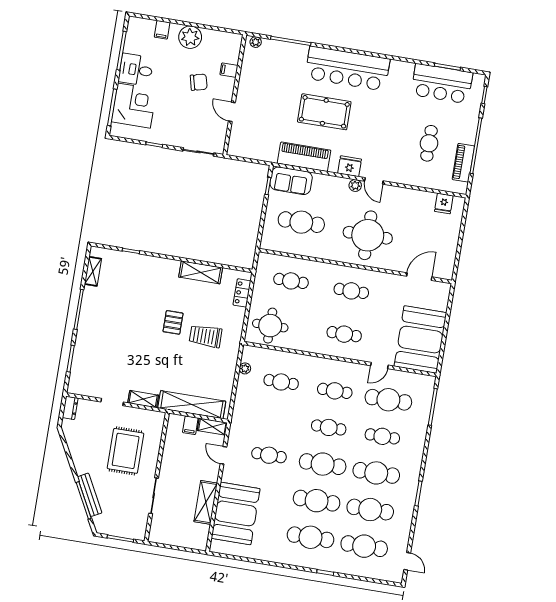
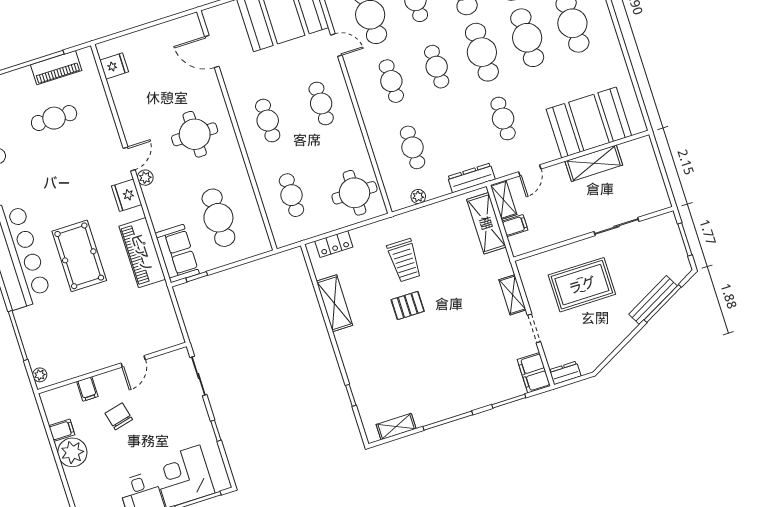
filing cabinet: (162, 30) -> (62, 430), moved
round table: (368, 235) -> (195, 134), width x0.73, depth x0.73
filing cabinet: (81, 386) -> (534, 373), added
shelving: (192, 405) -> (486, 223), width x0.68
dresser: (239, 412) -> (471, 178), added

